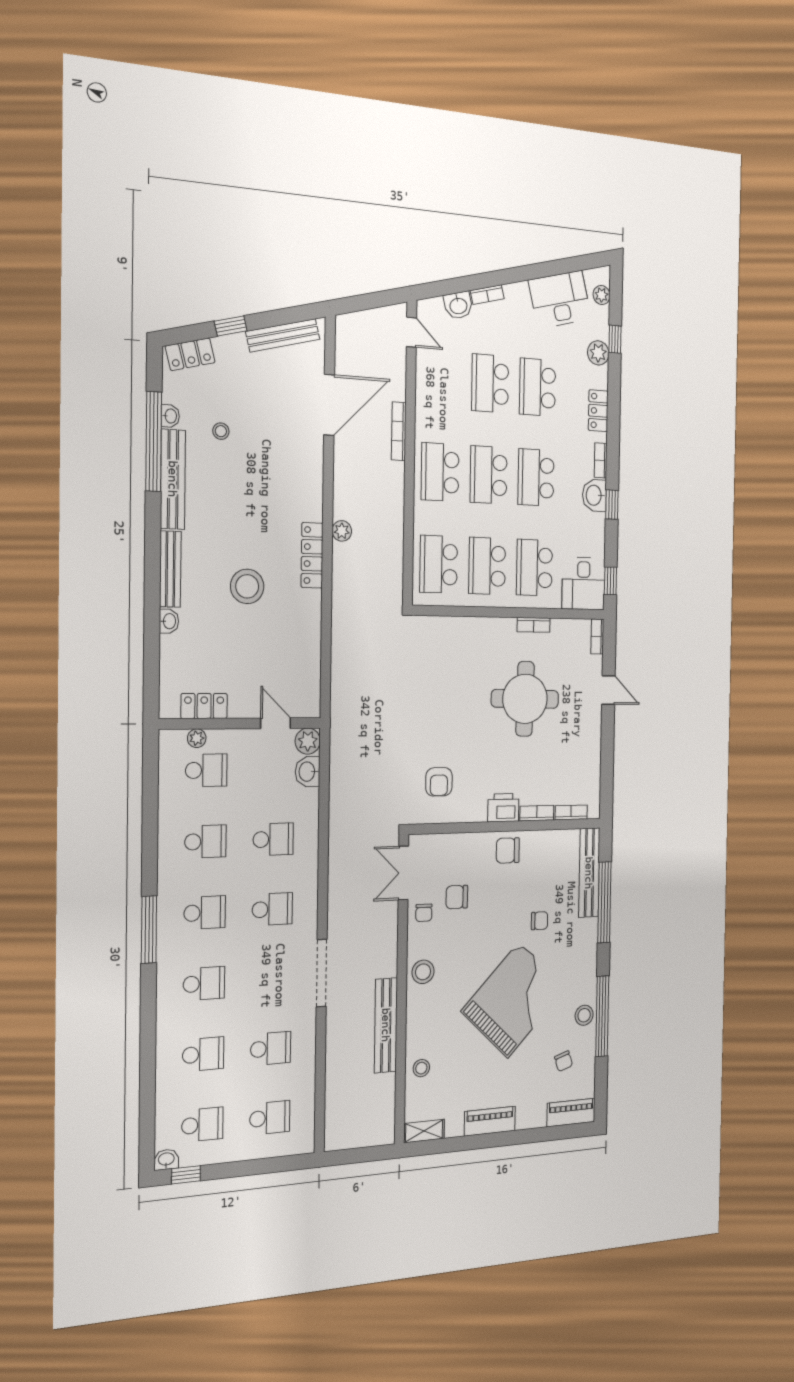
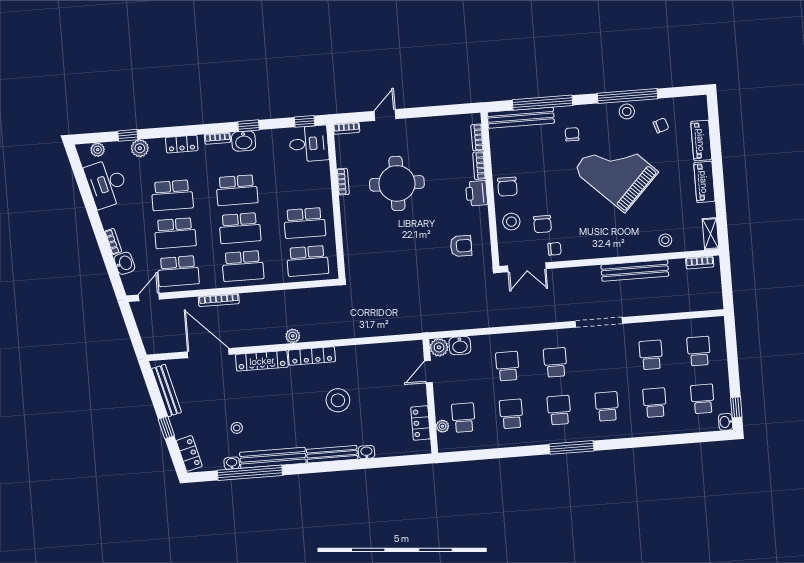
locker: (312, 481) -> (262, 361), added
school desk: (534, 568) -> (178, 271), moved
chair: (540, 921) -> (572, 134), moved
stool: (423, 972) -> (511, 222), moved
piano: (571, 1113) -> (701, 140), moved
bookcase: (388, 1117) -> (700, 263), added

